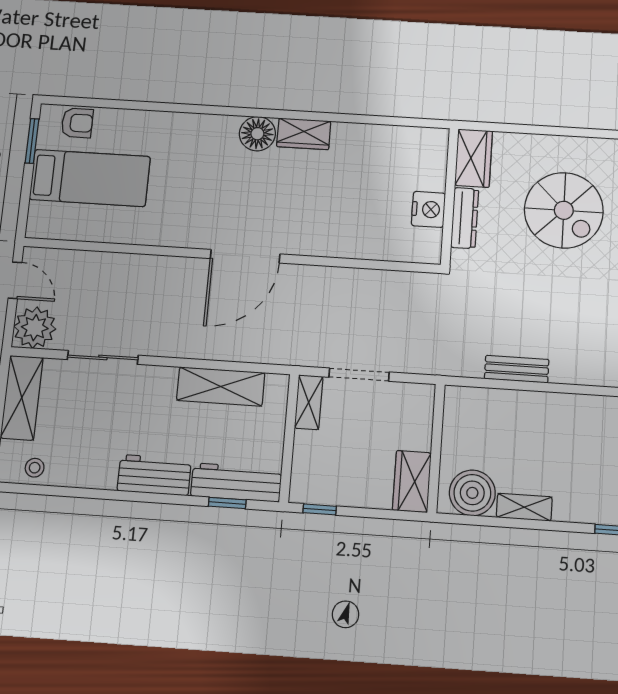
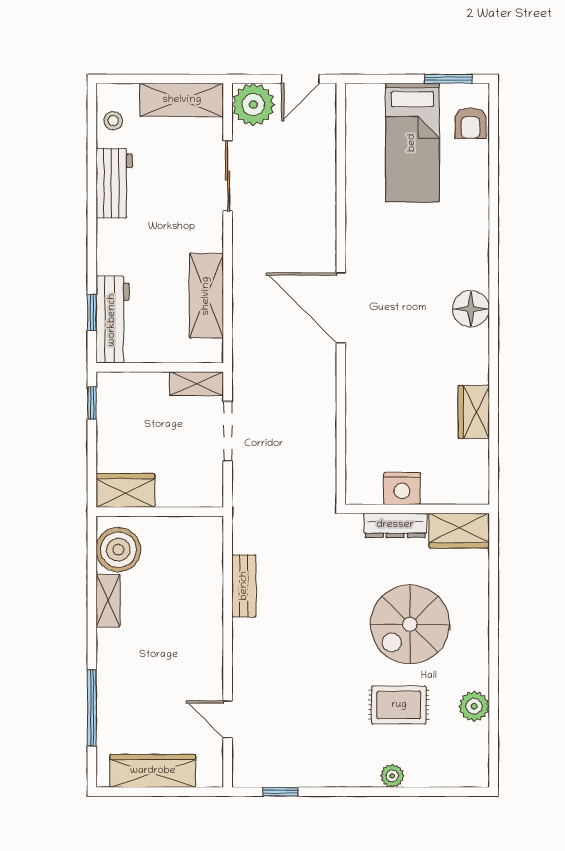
wardrobe: (304, 134) -> (474, 412), moved
workbench: (154, 475) -> (114, 183), moved

